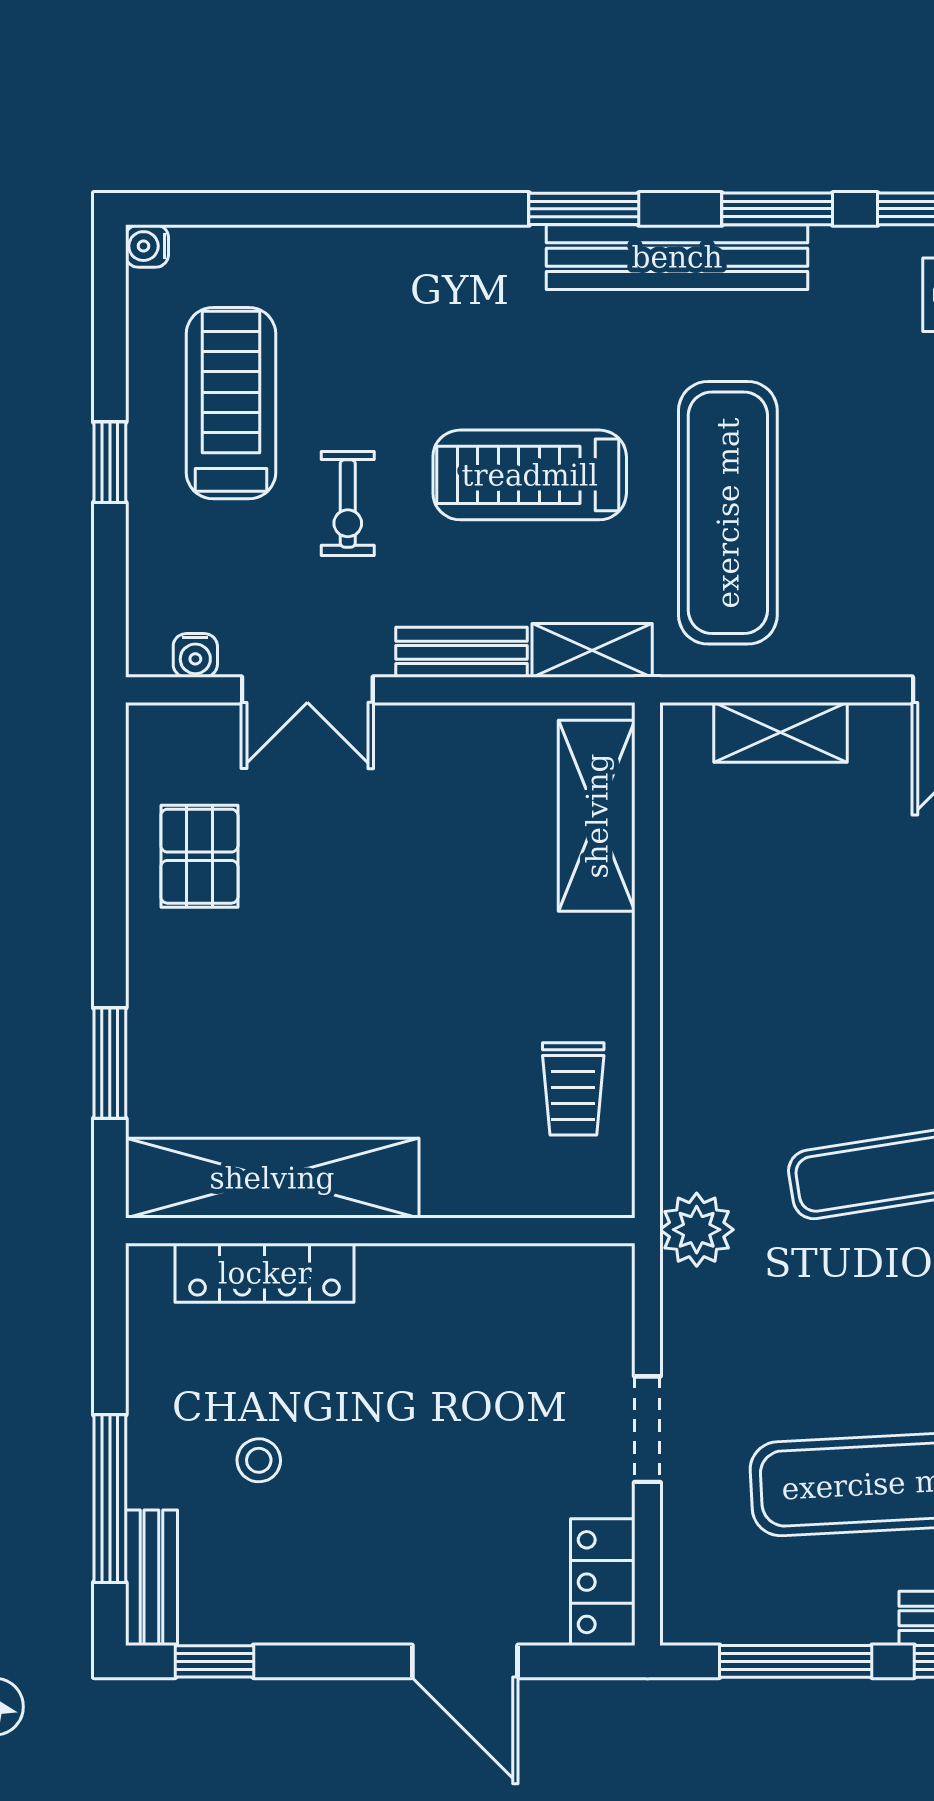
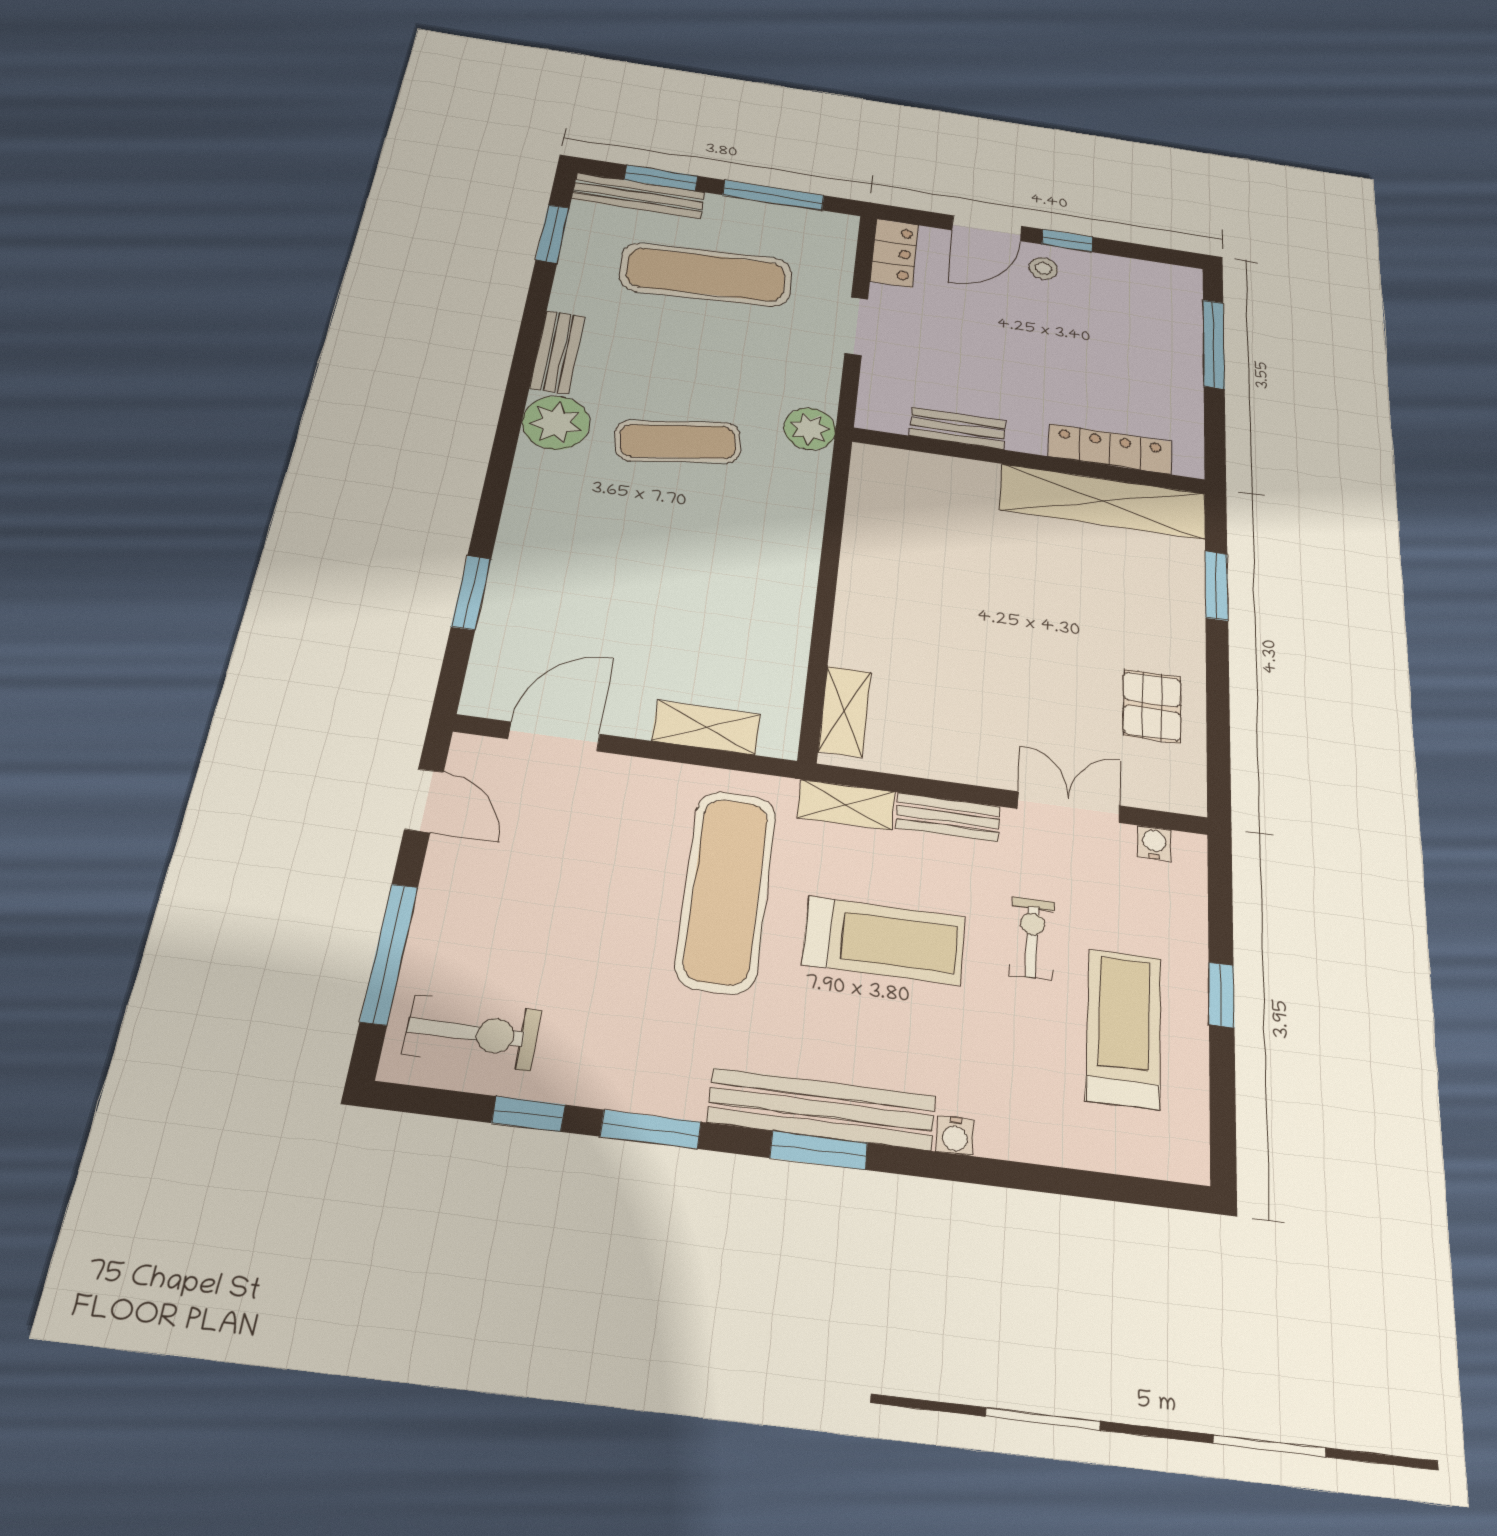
water cooler: (147, 246) -> (955, 1136), moved, turned 90
bench: (677, 257) -> (822, 1109), moved
treadmill: (231, 403) -> (1124, 1028), turned 180
shelving: (597, 816) -> (845, 711), width x0.67, depth x0.75
trolley: (573, 1089) -> (888, 523), removed
stool: (259, 1460) -> (1043, 268), moved
bench: (151, 1578) -> (958, 428), moved, turned 90
window: (214, 1661) -> (1067, 241), moved
door: (465, 1661) -> (987, 228), swing flipped

